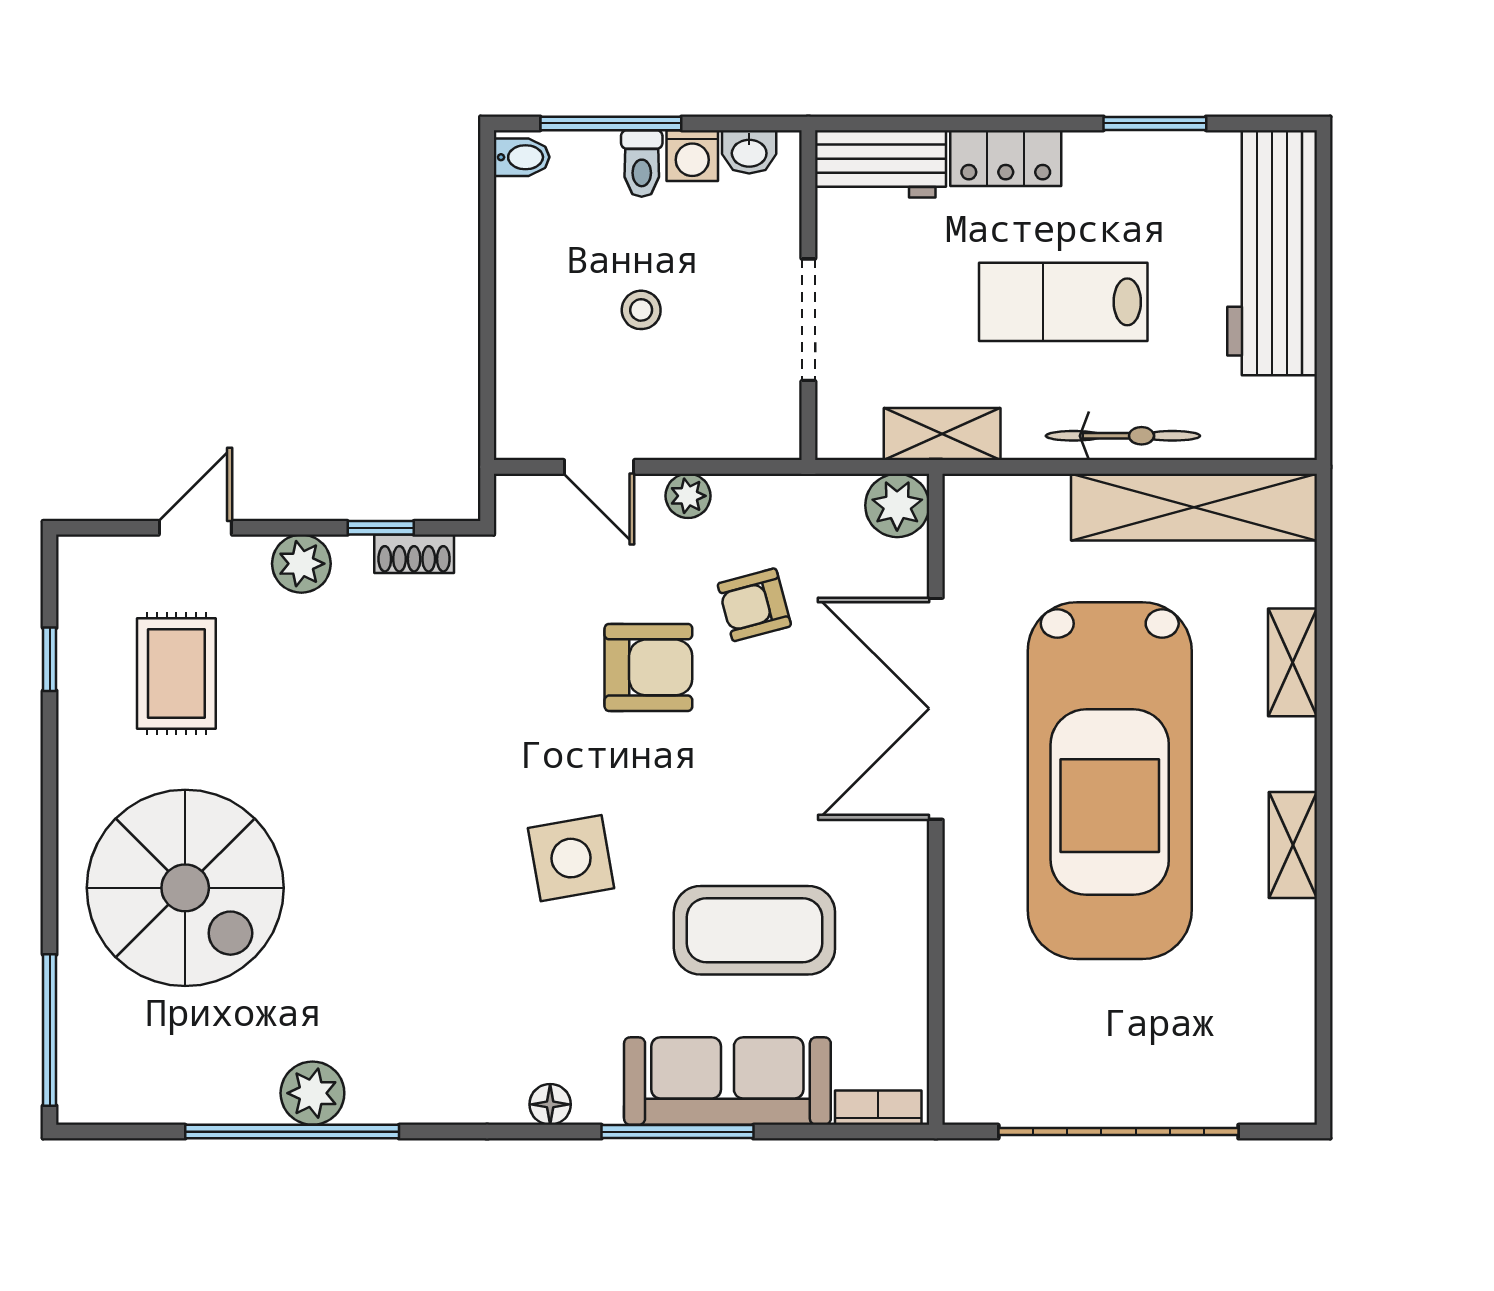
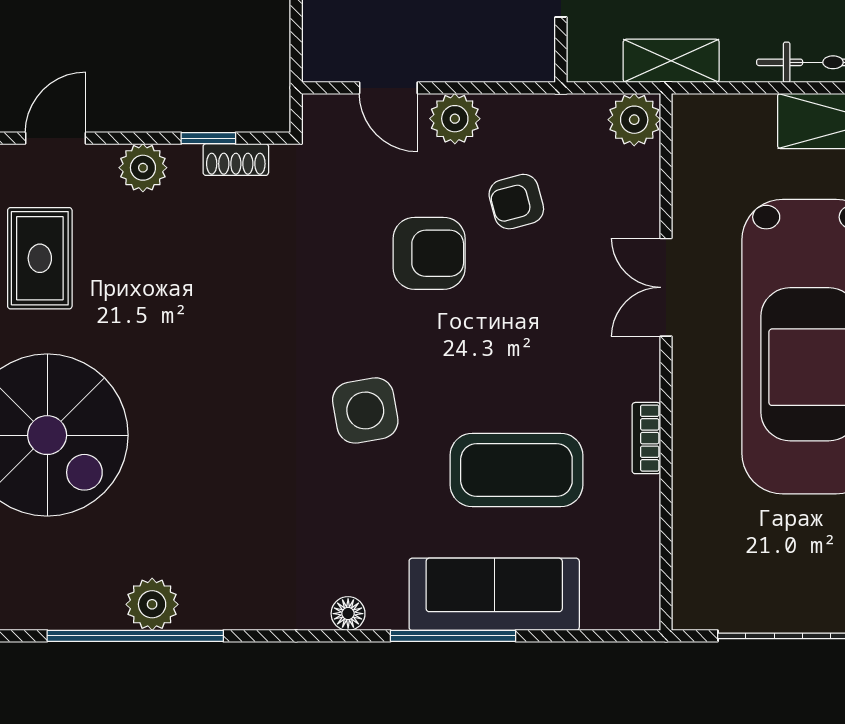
plant: (688, 496) -> (455, 119), width x1.38, depth x1.38
double door: (936, 709) -> (666, 287), width x0.54
bookcase: (878, 1108) -> (646, 438), moved, turned -90

